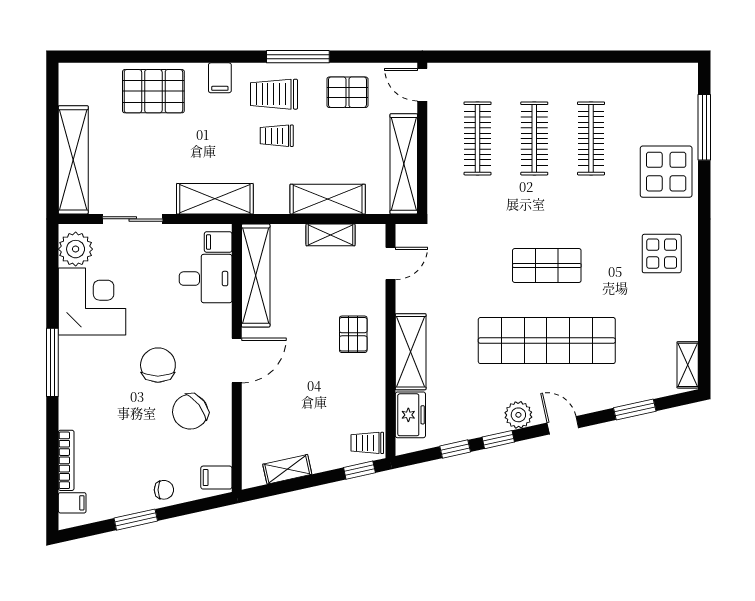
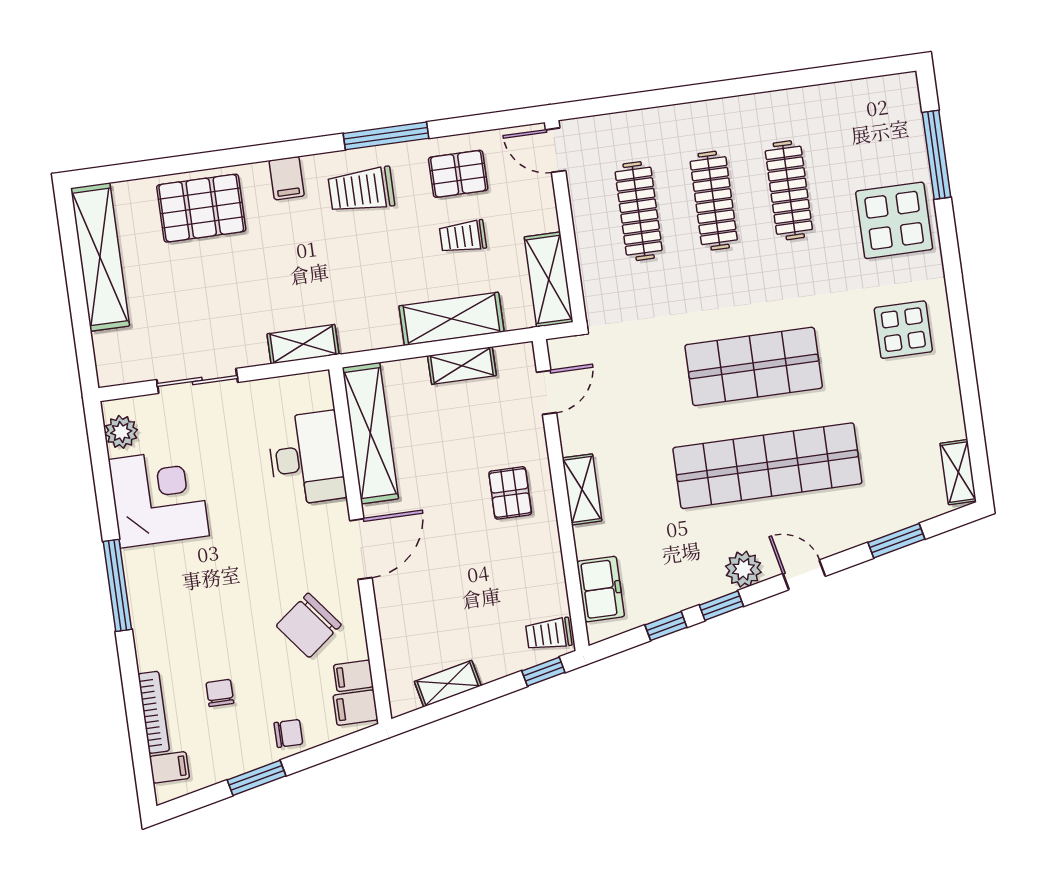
trolley: (277, 136) -> (463, 237), moved
shelving: (73, 160) -> (100, 257), moved
shelving: (404, 164) -> (549, 279), width x0.68
shelving: (215, 199) -> (303, 344), width x0.67, depth x0.75
filing cabinet: (218, 242) -> (353, 676), moved
plant: (76, 249) -> (121, 432), width x0.73, depth x0.73
shop shelf: (547, 266) -> (754, 366), width x1.43, depth x1.36
desk: (206, 279) -> (306, 458), width x1.37
shelving: (411, 352) -> (582, 489), width x0.67, depth x0.75
chair: (158, 365) -> (220, 693), moved, width x0.54, depth x0.54

